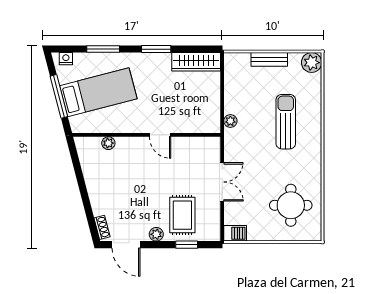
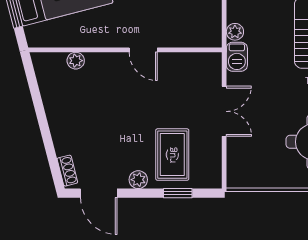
barbecue: (235, 233) -> (237, 57), moved, turned 90

